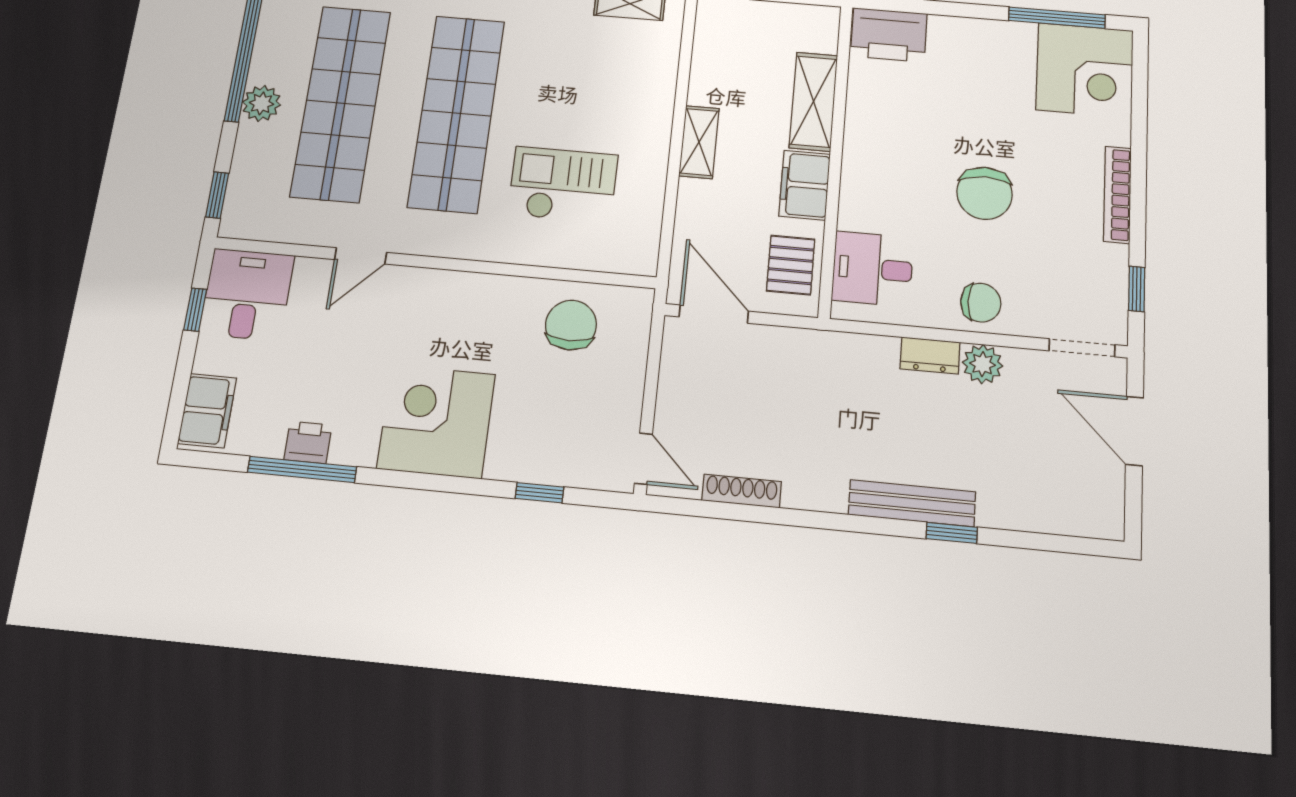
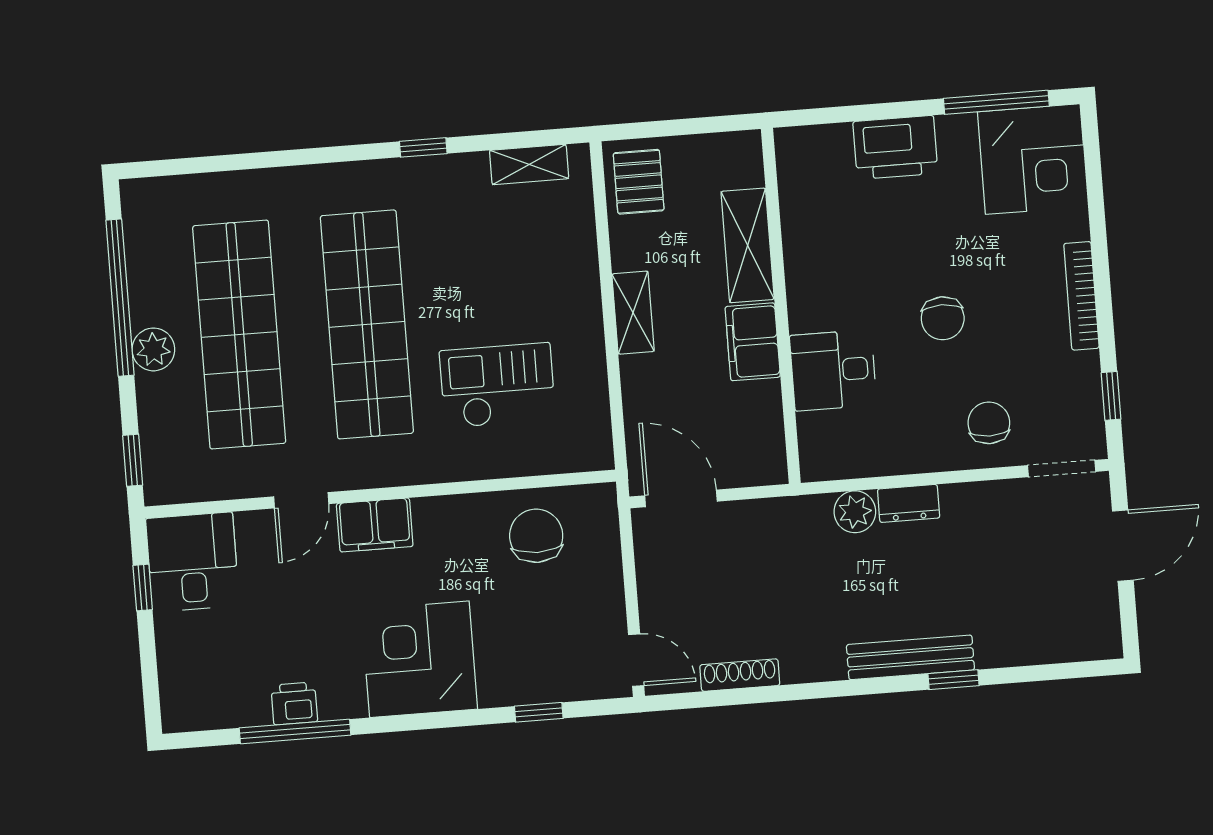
printer: (889, 35) -> (895, 147), moved
chair: (985, 193) -> (943, 318), width x0.73, depth x0.73
pallet: (791, 265) -> (639, 182), moved
desk: (873, 269) -> (833, 370), moved
chair: (981, 303) -> (989, 423), moved, turned -90
plant: (983, 364) -> (855, 512), moved
filing cabinet: (207, 411) -> (375, 525), moved, turned 90
door: (1135, 431) -> (1123, 546), swing flipped

